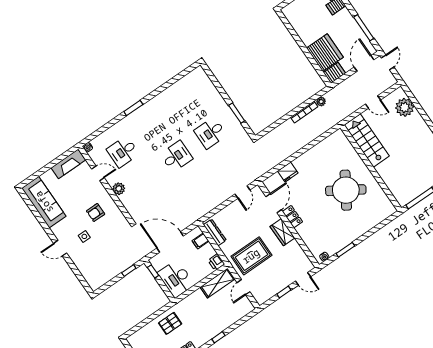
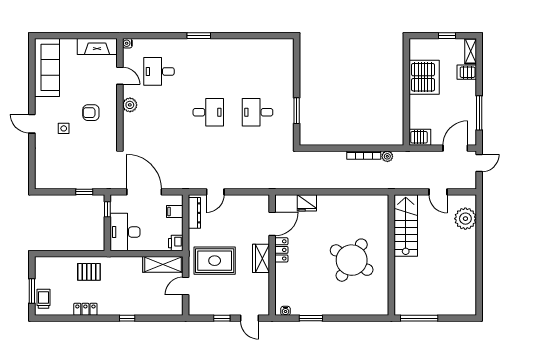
server rack: (325, 53) -> (424, 77), moved
door: (242, 192) -> (215, 192), moved

